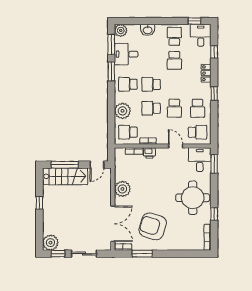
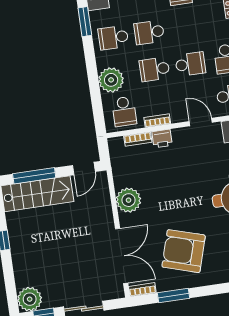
school desk: (174, 108) -> (190, 64), turned -90
school desk: (128, 132) -> (124, 111), turned -90

